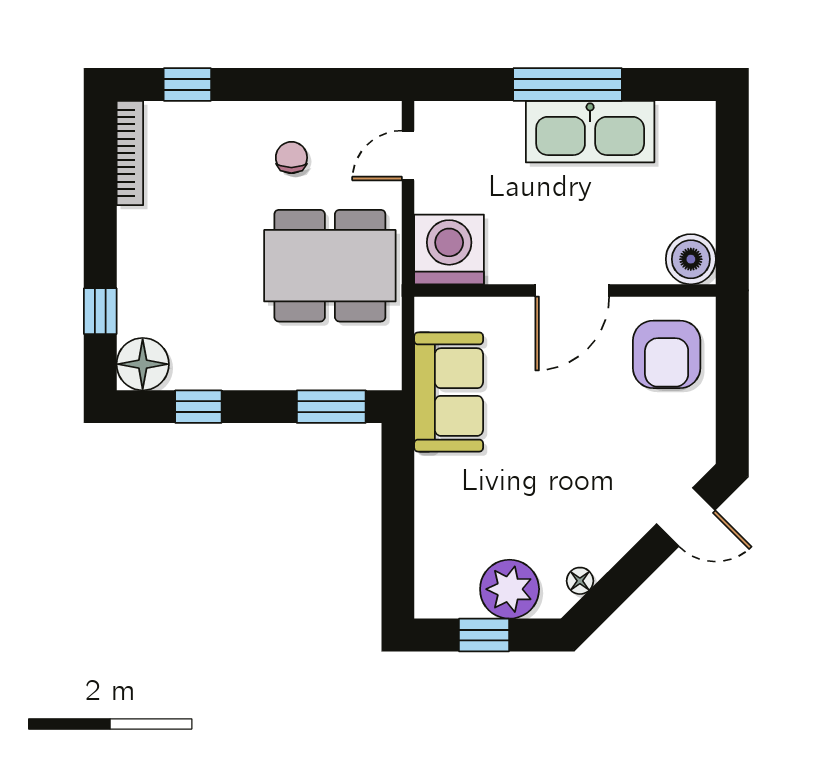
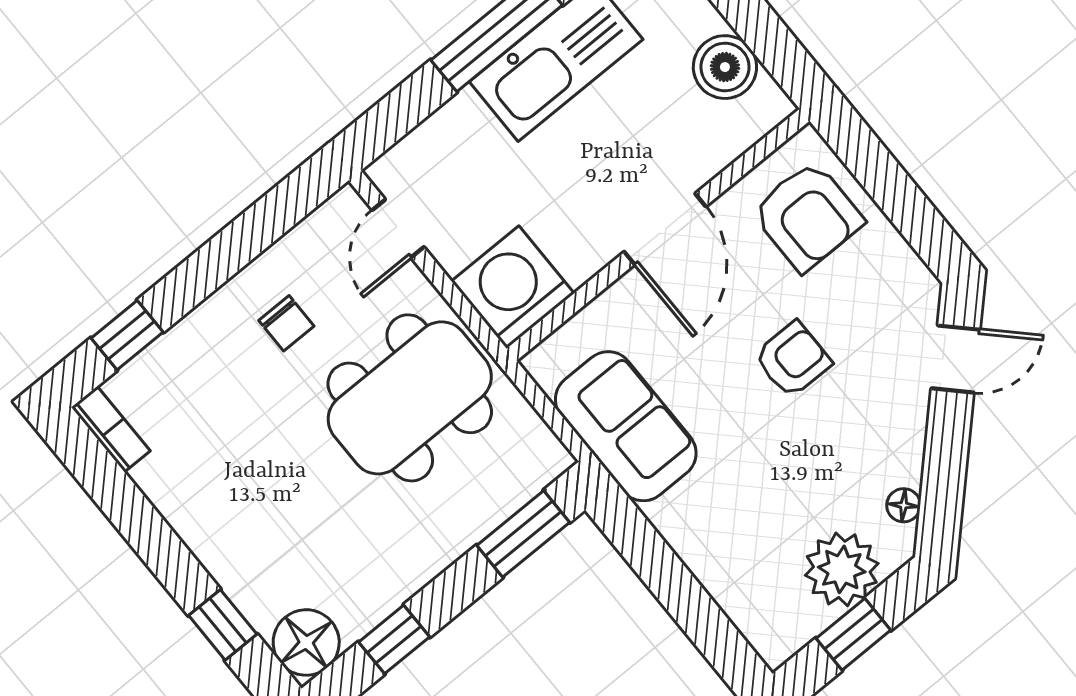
bookcase: (130, 153) -> (111, 429), width x0.64
chair: (291, 158) -> (286, 323), turned 180
boiler: (691, 259) -> (725, 67), moved
armchair: (585, 435) -> (793, 359), added

